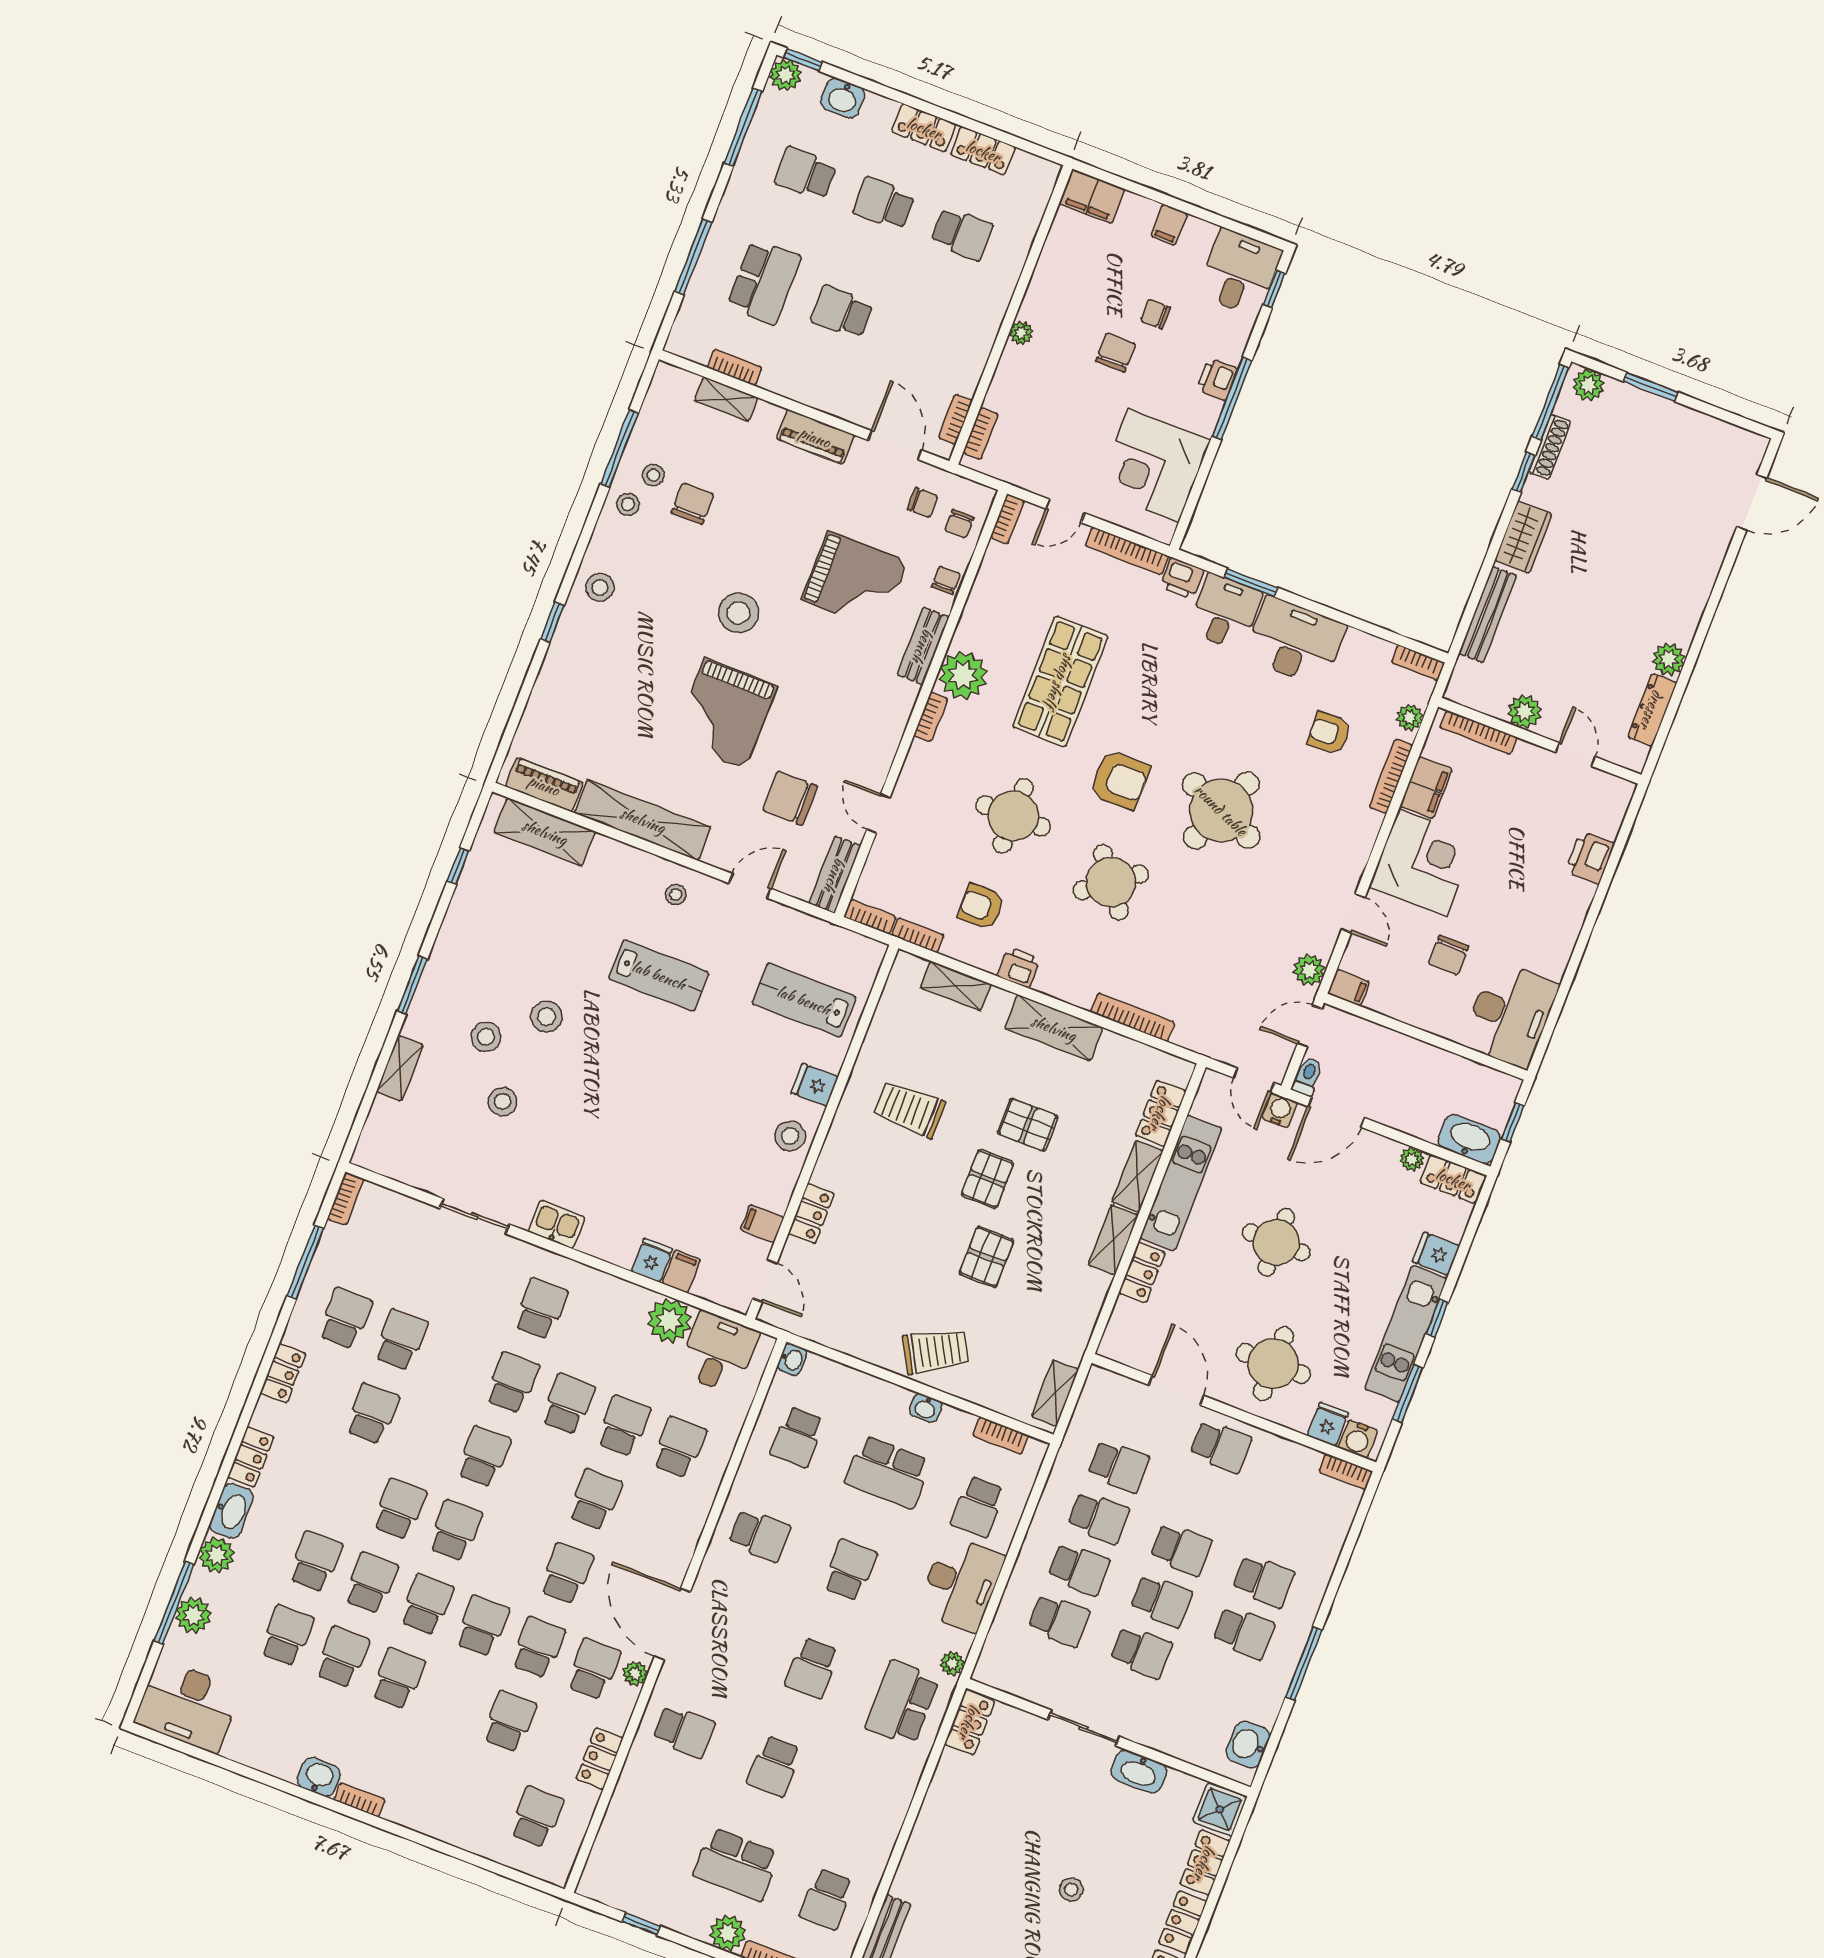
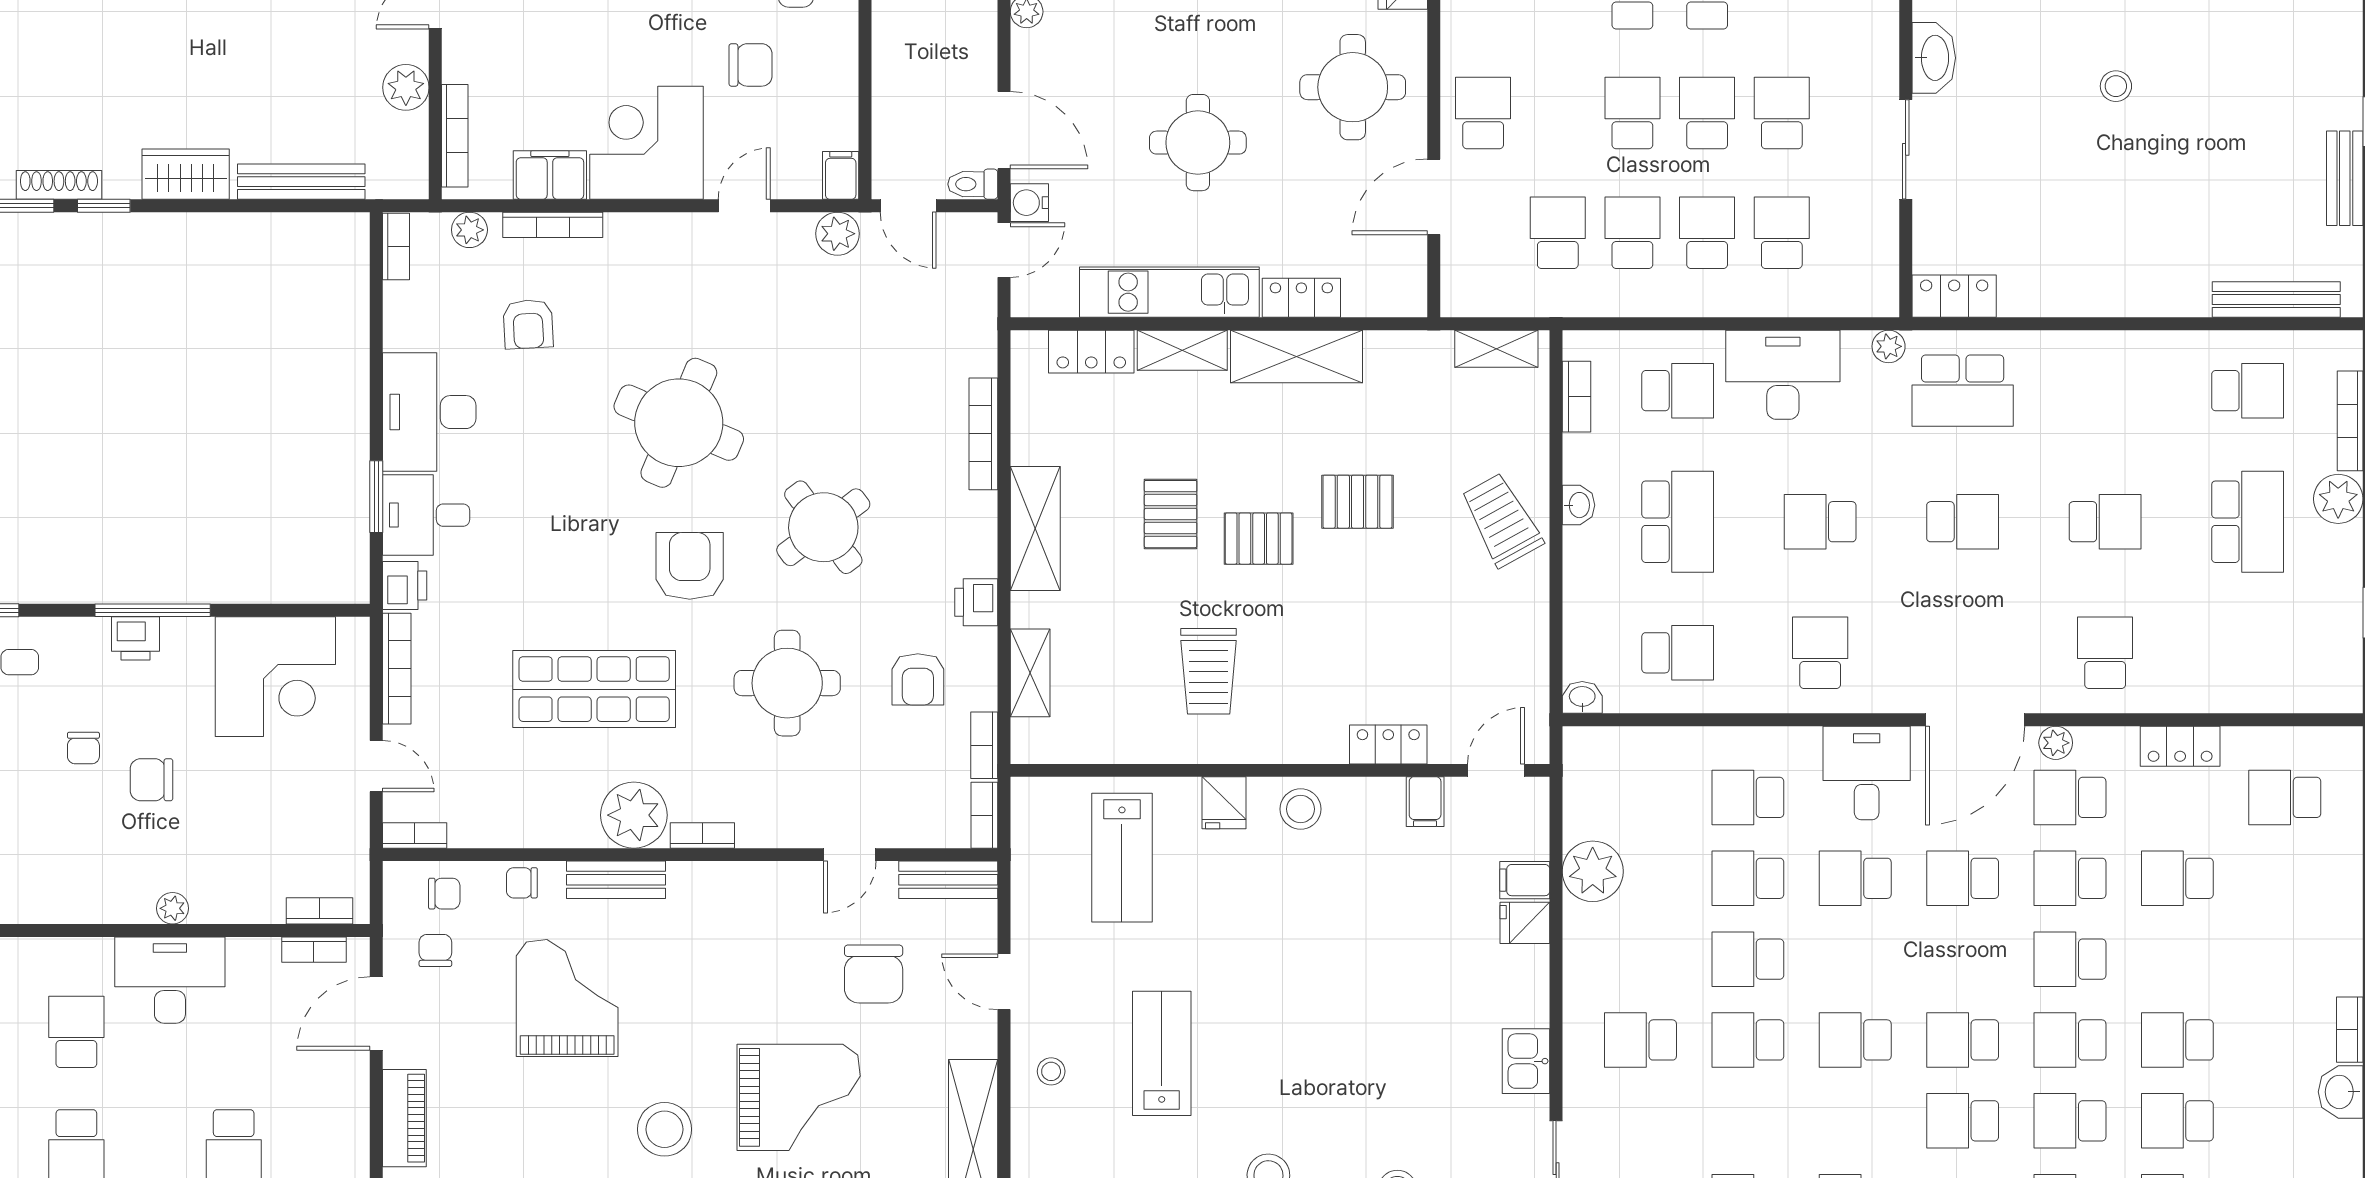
desk: (973, 312) -> (170, 980), added
shelving: (1113, 1240) -> (1297, 356), width x1.50, depth x1.33
desk: (718, 1352) -> (1867, 773), moved, turned 90

